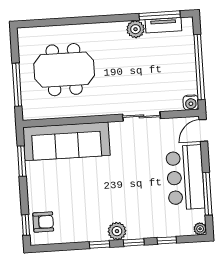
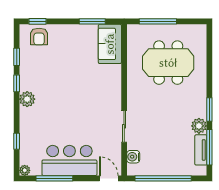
window: (116, 18) -> (209, 109), added
meeting table: (64, 70) -> (168, 63), turned 90
water cooler: (191, 103) -> (133, 157), moved
sofa: (66, 141) -> (110, 44), width x0.54, depth x0.79
window: (134, 242) -> (17, 57), moved

